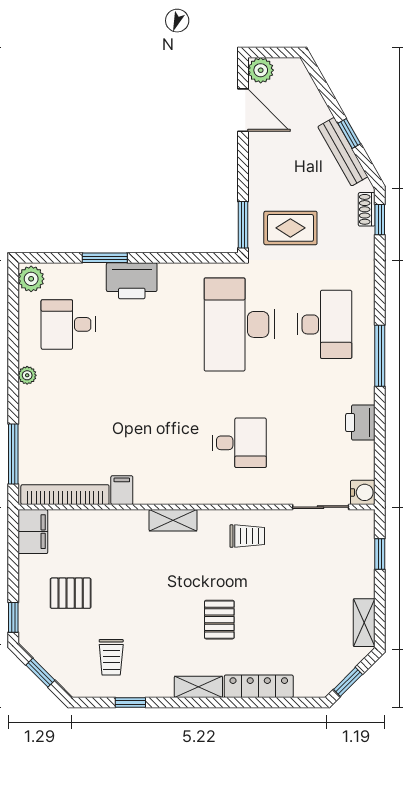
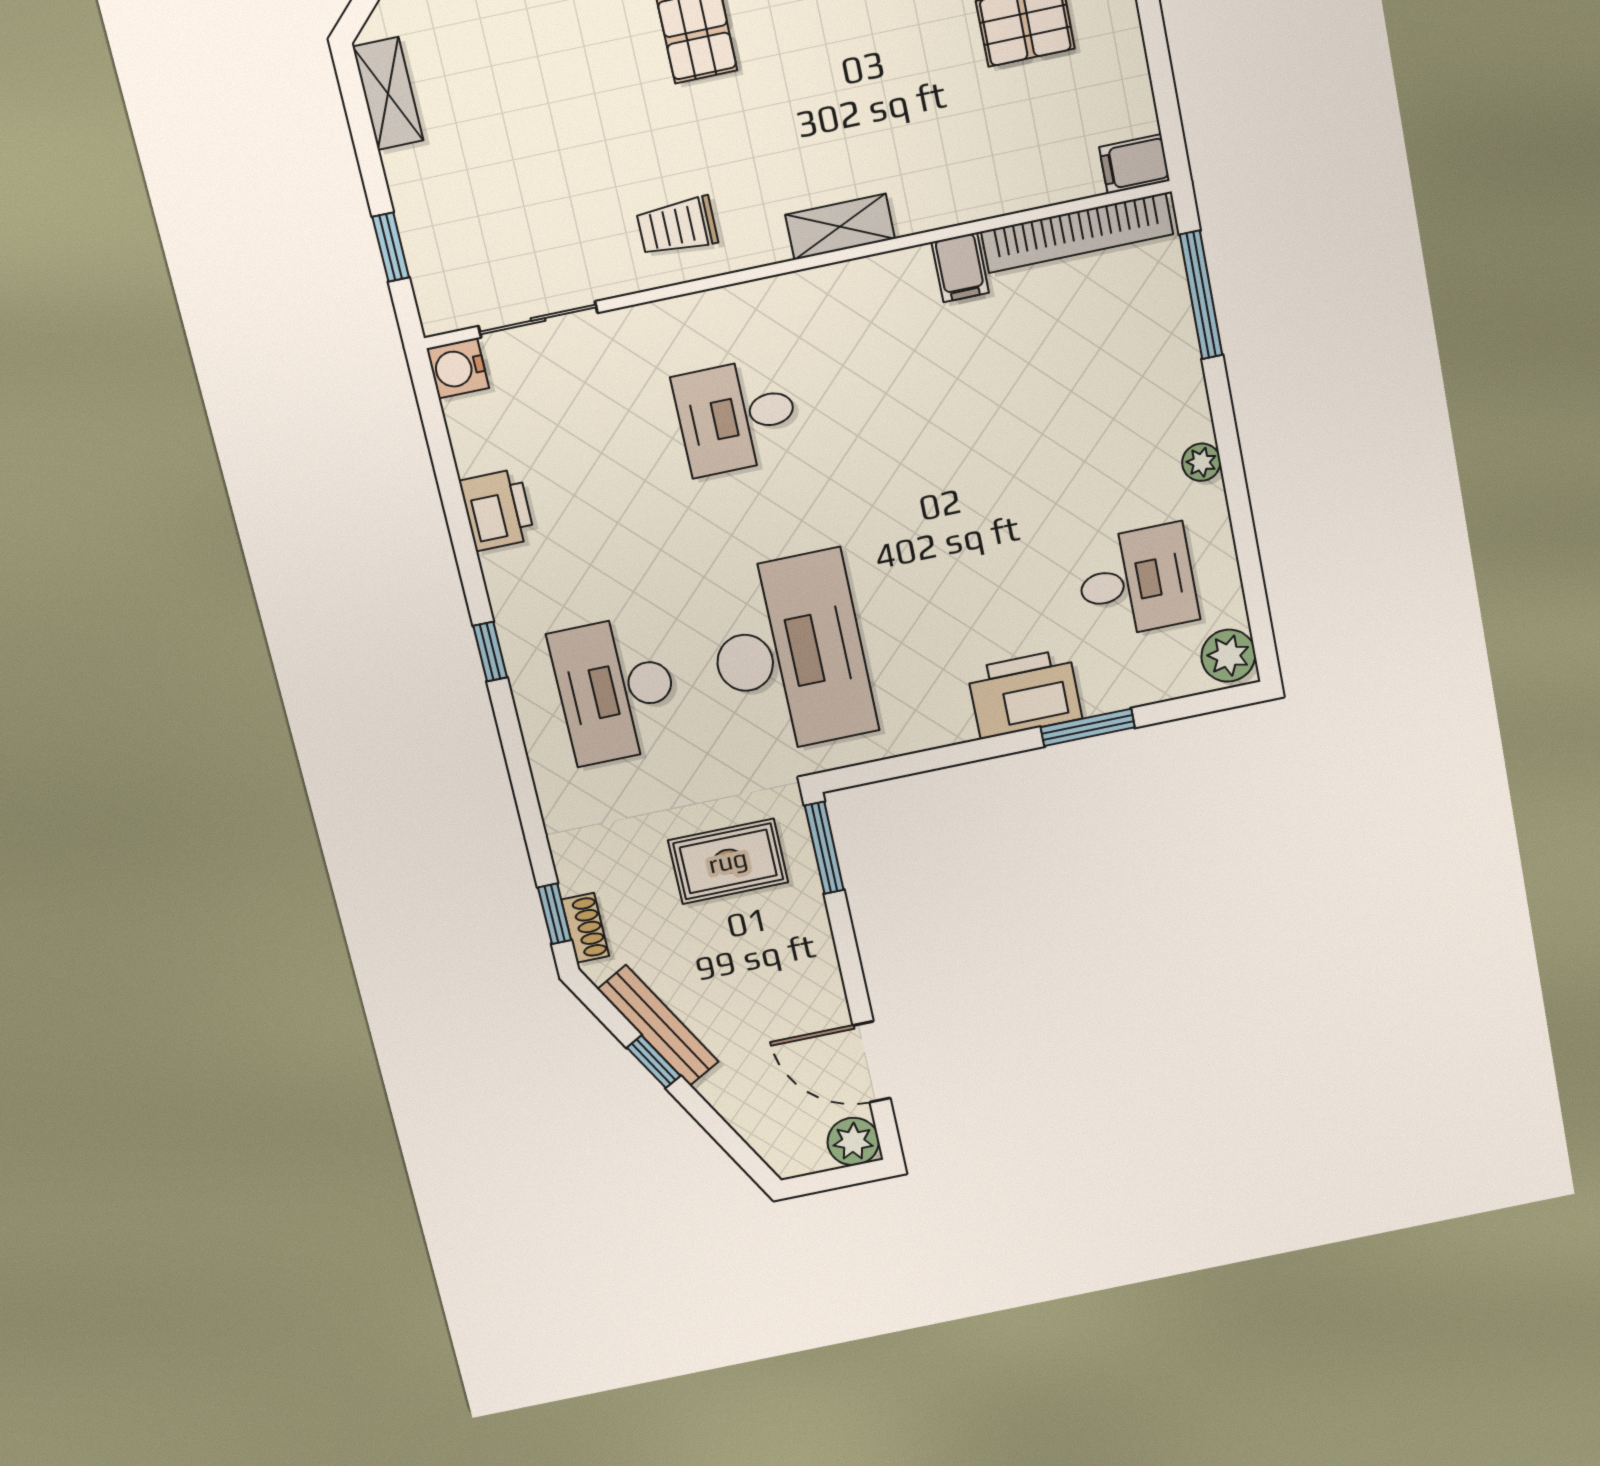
window: (380, 356) -> (490, 652), width x0.46
filing cabinet: (33, 532) -> (1134, 164), width x0.50

